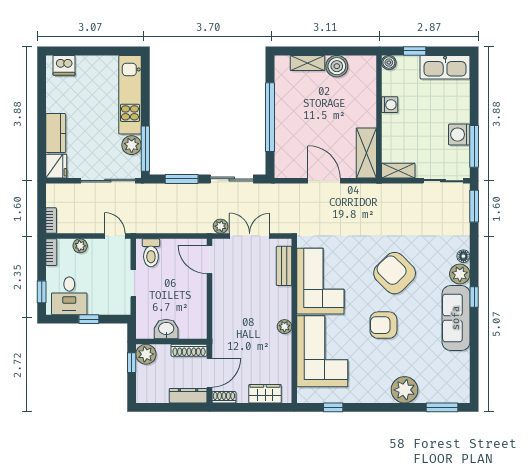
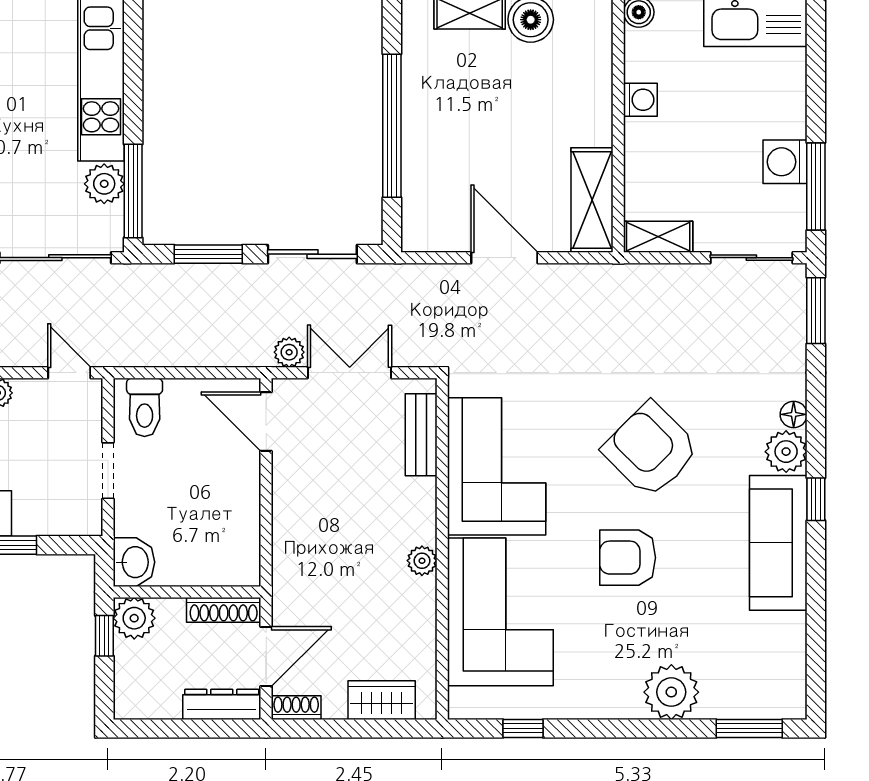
washbasin: (166, 329) -> (134, 562), moved, turned 90

